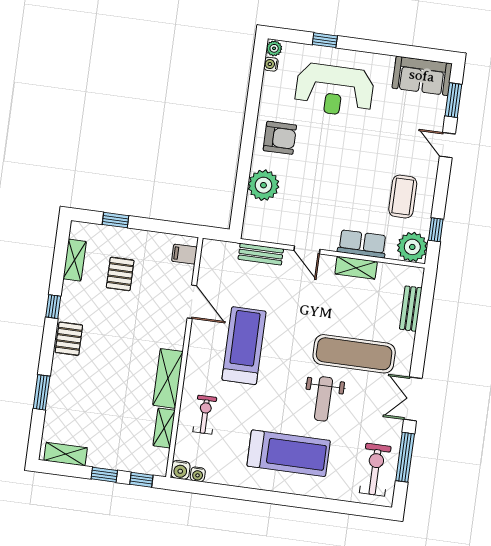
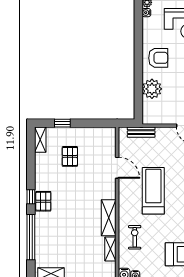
filing cabinet: (184, 254) -> (108, 139), removed
bench: (261, 254) -> (141, 132), moved
shelving: (75, 260) -> (40, 140), moved
window: (53, 307) -> (31, 197), moved
window: (42, 392) -> (31, 237), width x2.11

